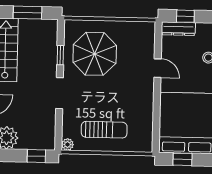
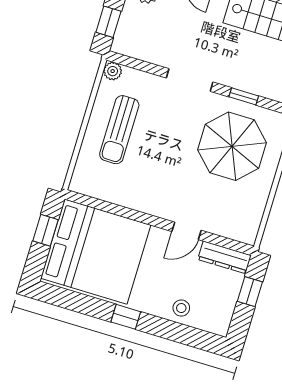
dresser: (178, 29) -> (225, 257), moved, turned -90

